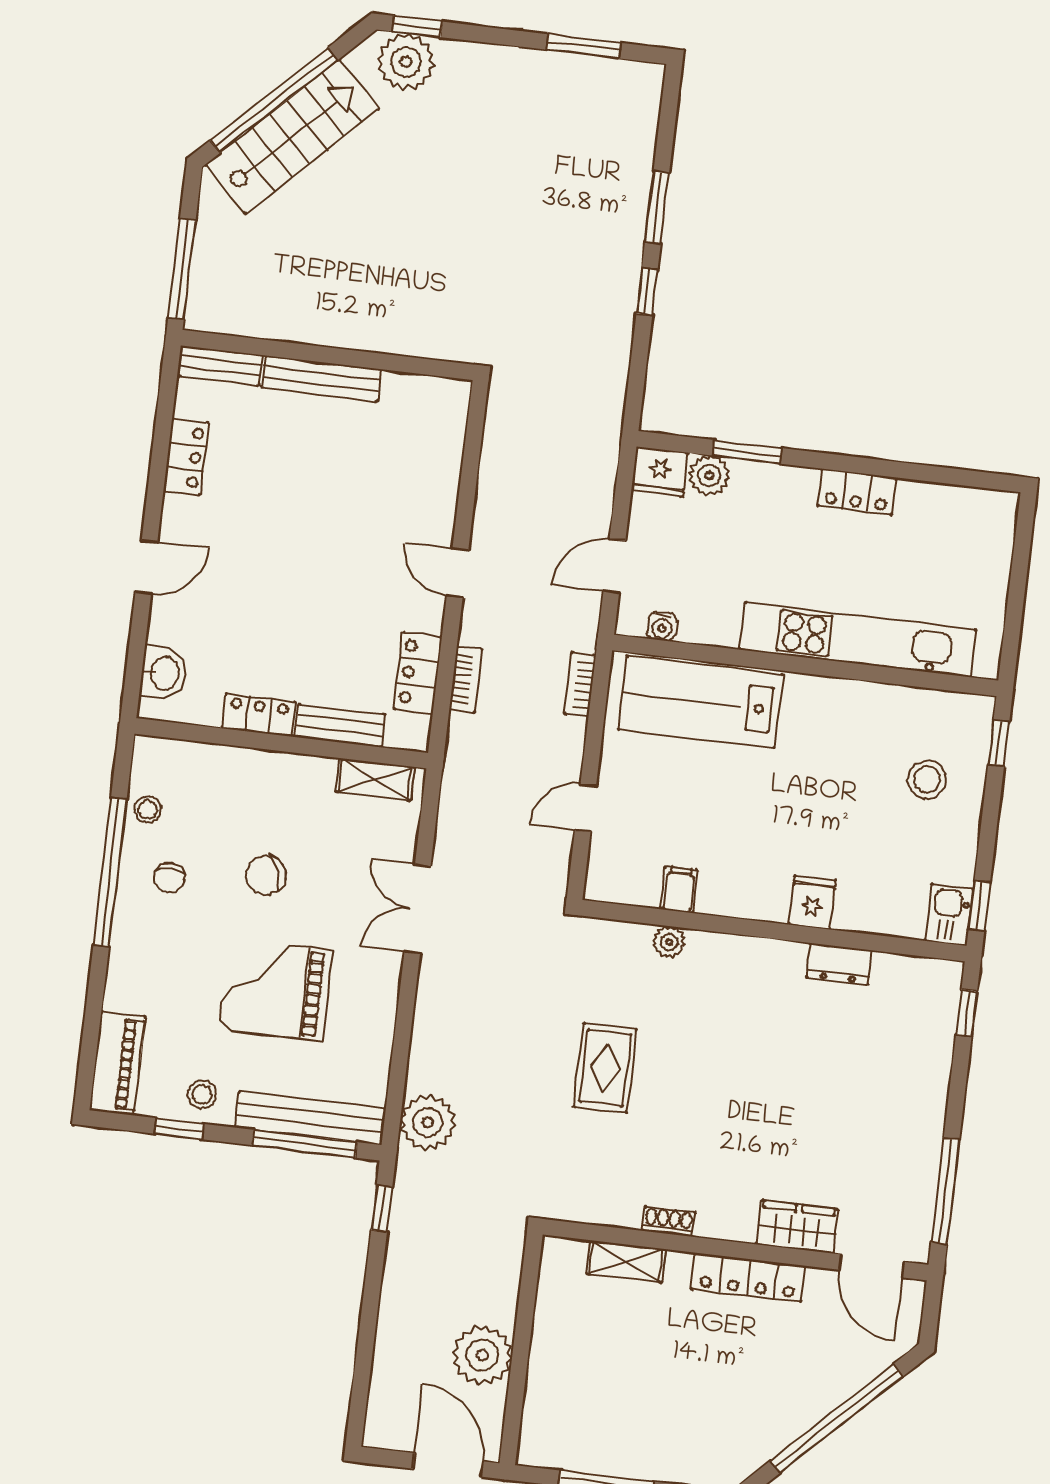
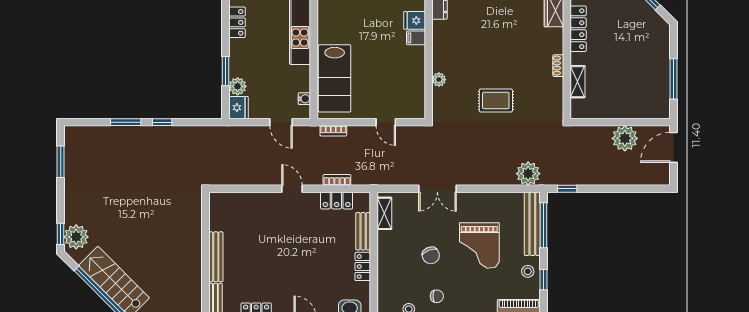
door: (458, 573) -> (292, 189), swing flipped
filing cabinet: (679, 890) -> (416, 38), moved

